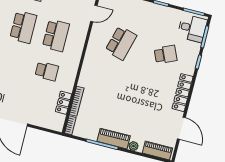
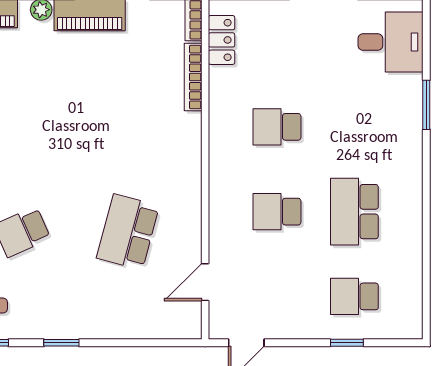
school desk: (56, 35) -> (277, 212), width x0.54
locker: (64, 103) -> (222, 40), moved

